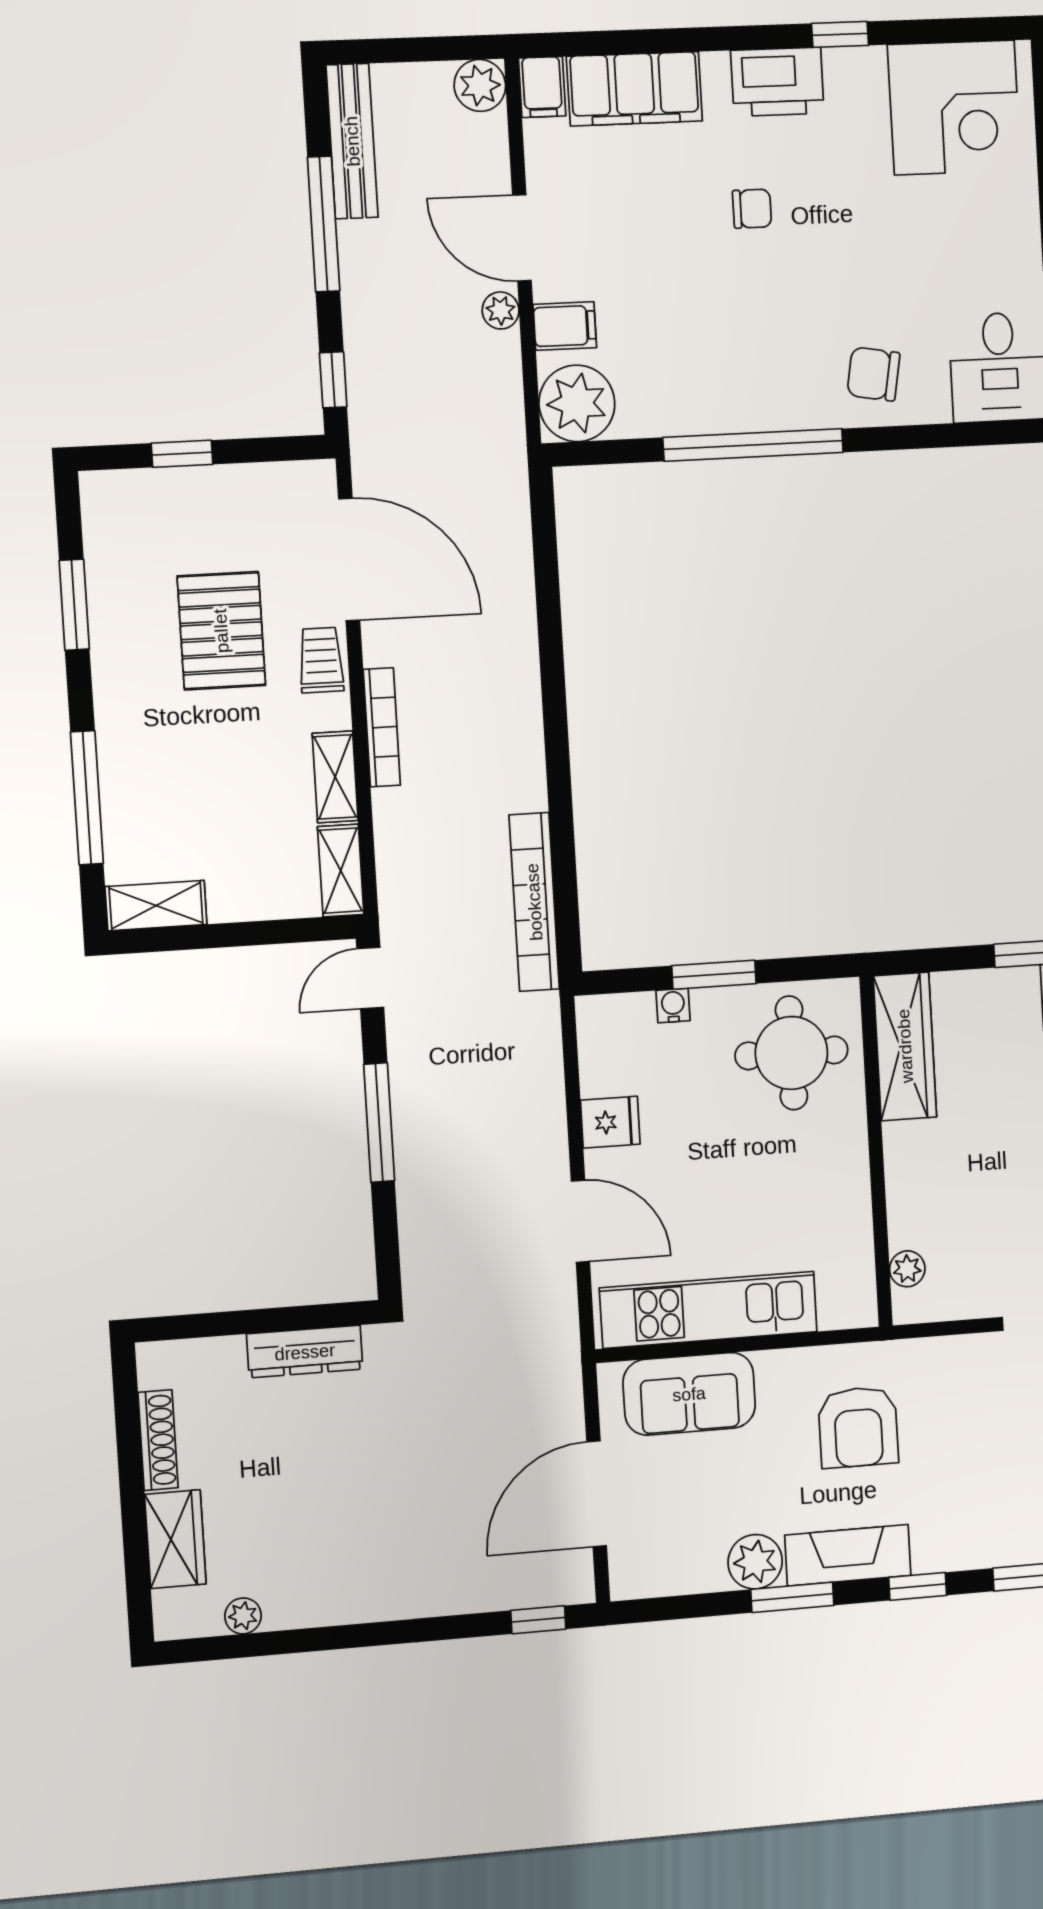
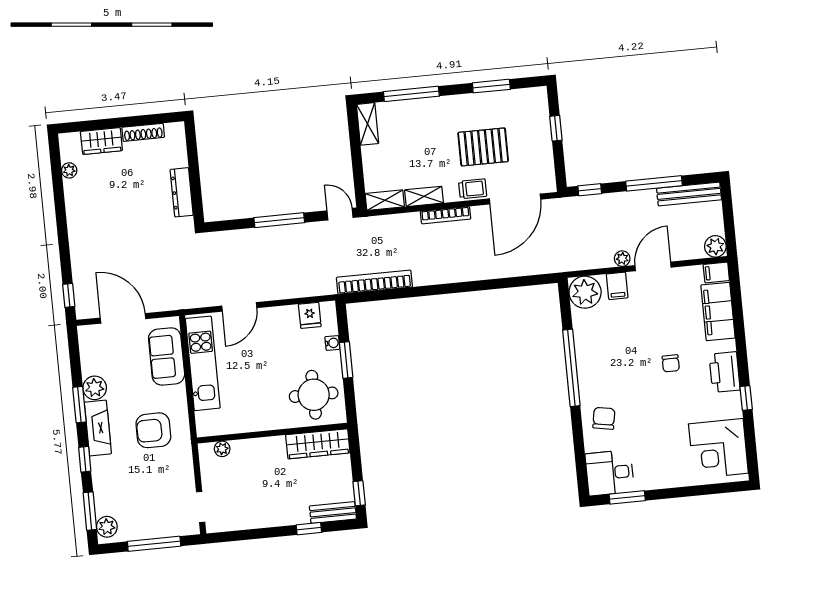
fridge: (610, 1122) -> (310, 315), moved

